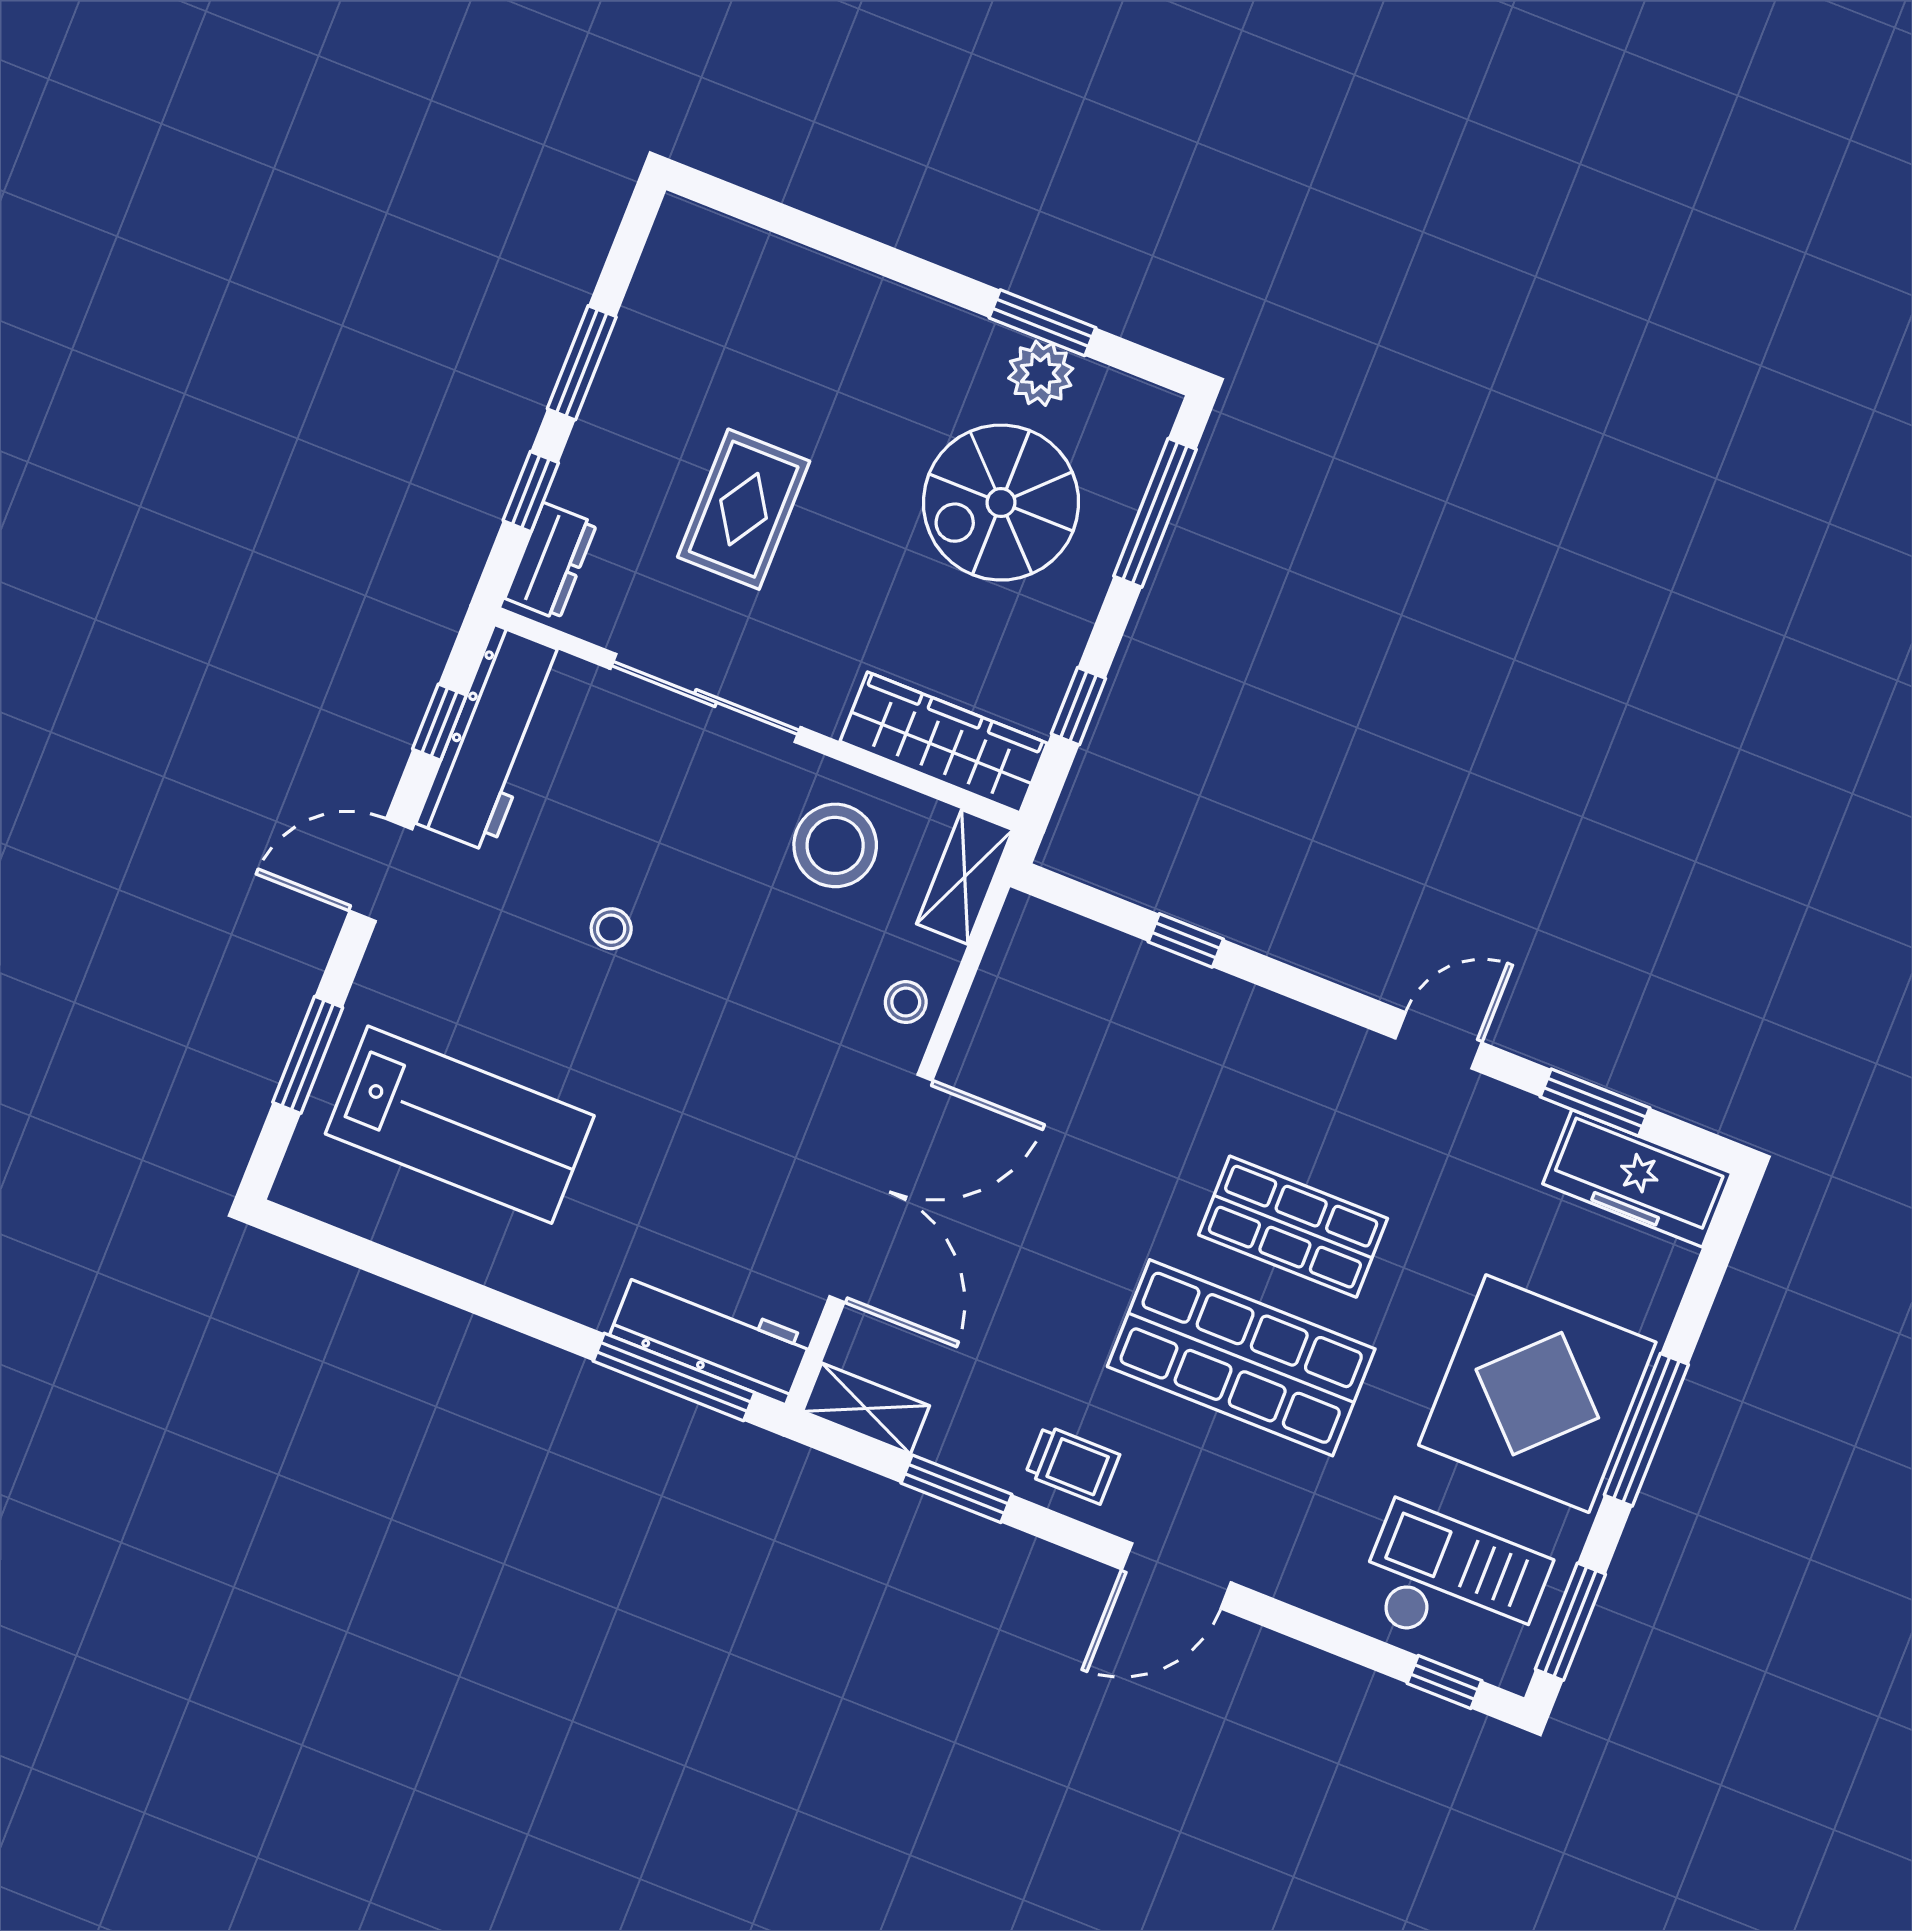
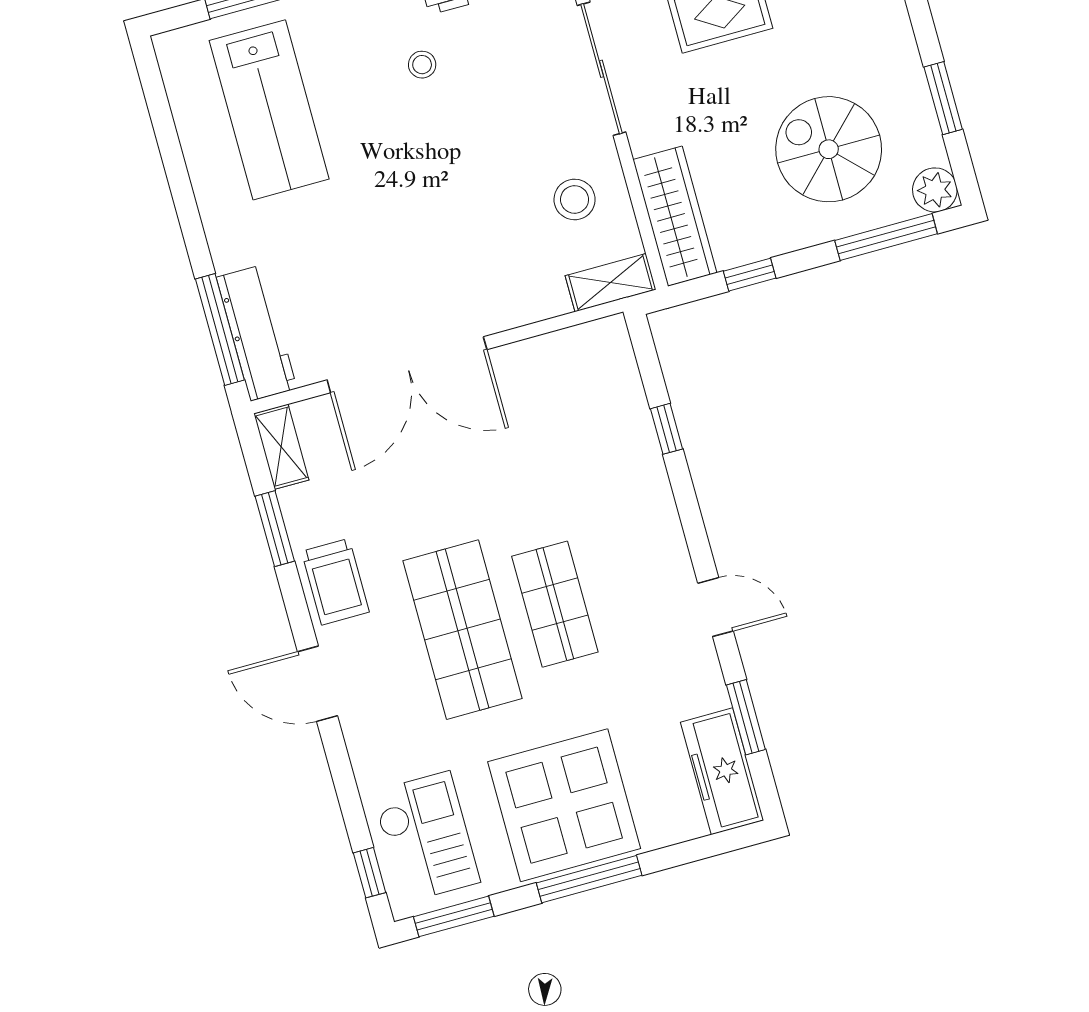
plant: (1041, 373) -> (935, 190), moved
stool: (835, 845) -> (575, 199), width x0.73, depth x0.73
stool: (611, 929) -> (422, 65), moved
stool: (906, 1002) -> (518, 302), removed
trolley: (1072, 1465) -> (335, 582), width x1.36, depth x1.39

